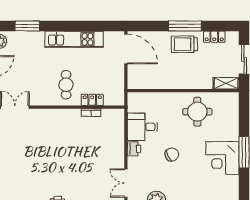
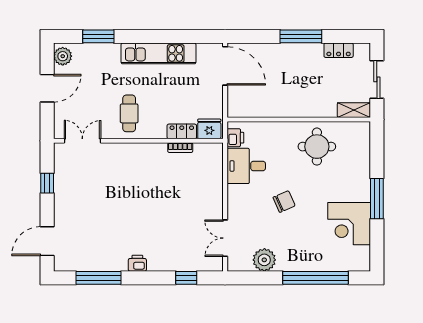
trolley: (184, 44) -> (300, 60), removed
cafe table: (66, 85) -> (129, 113), moved
fridge: (114, 98) -> (209, 129), added
printer: (134, 149) -> (235, 138), moved
corner desk: (222, 158) -> (349, 224), moved

